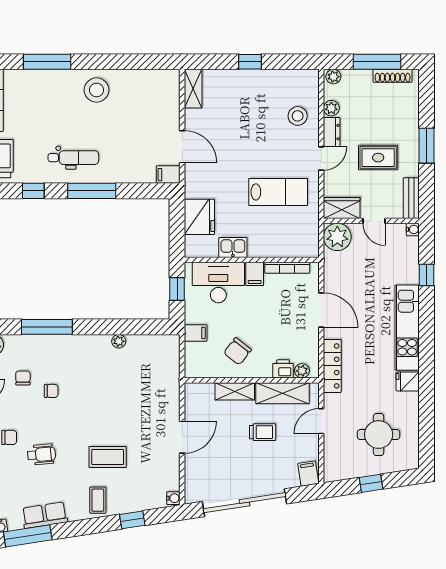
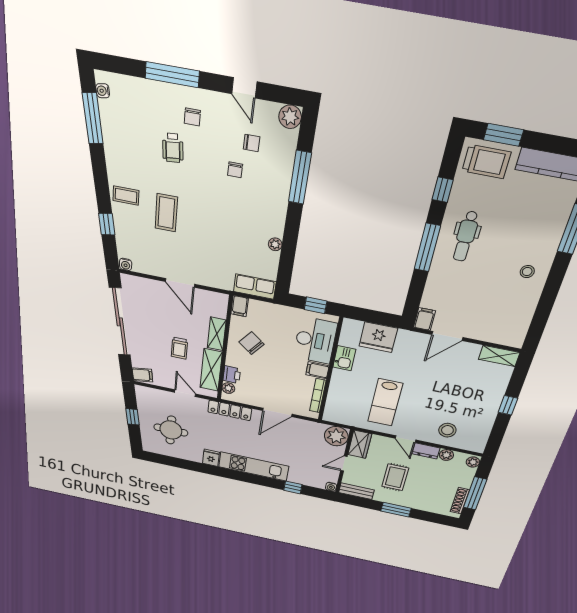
stool: (97, 90) -> (527, 272), width x0.53, depth x0.53
filing cabinet: (196, 333) -> (240, 306), moved
row of seats: (45, 515) -> (255, 287), moved, turned -81

